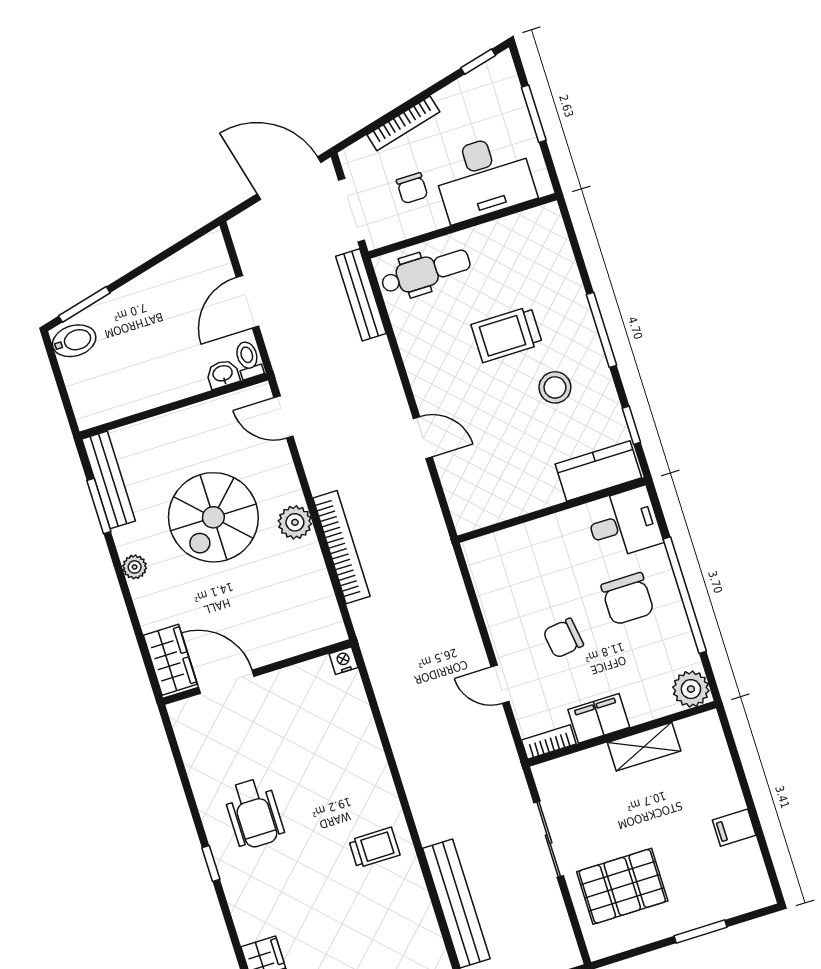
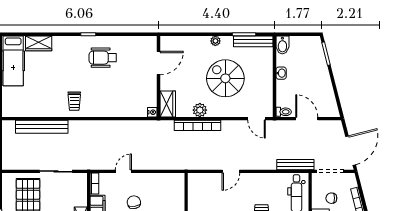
bidet: (74, 341) -> (282, 45), moved
washbasin: (223, 374) -> (281, 73), moved
door: (283, 417) -> (256, 119), swing flipped
plant: (295, 522) -> (200, 110), moved
wardrobe: (170, 660) -> (168, 104), moved, turned -90

